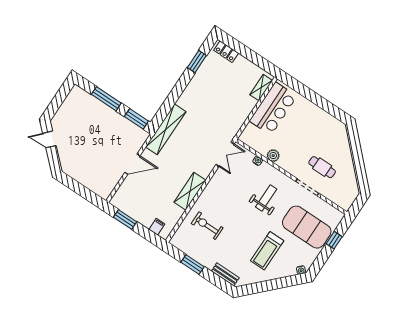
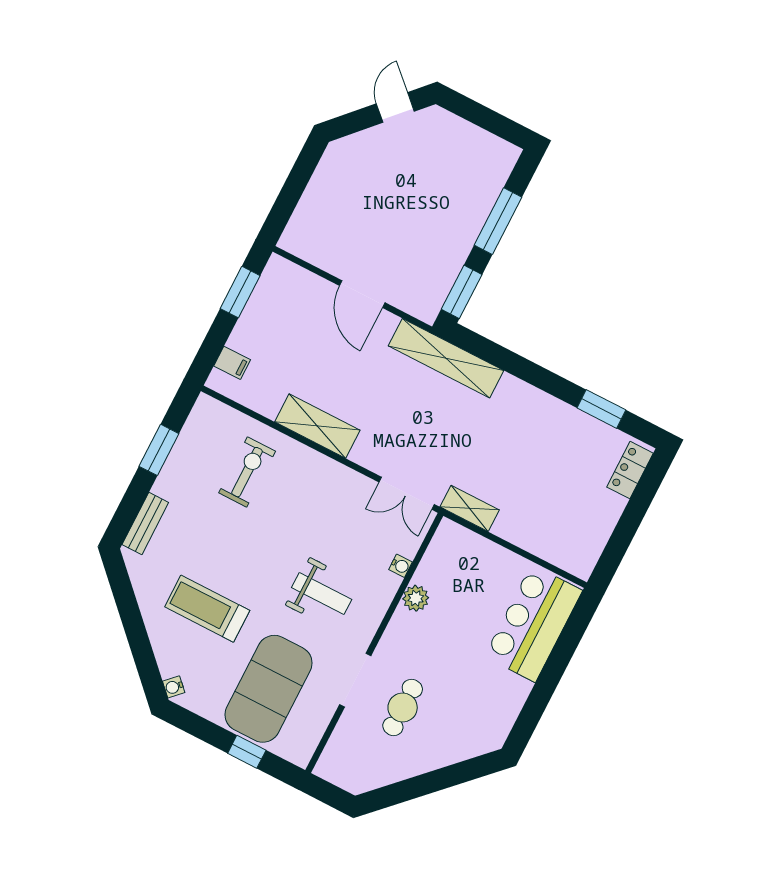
shelving: (261, 88) -> (470, 508), moved
bar counter: (273, 109) -> (533, 623), moved, turned 90

